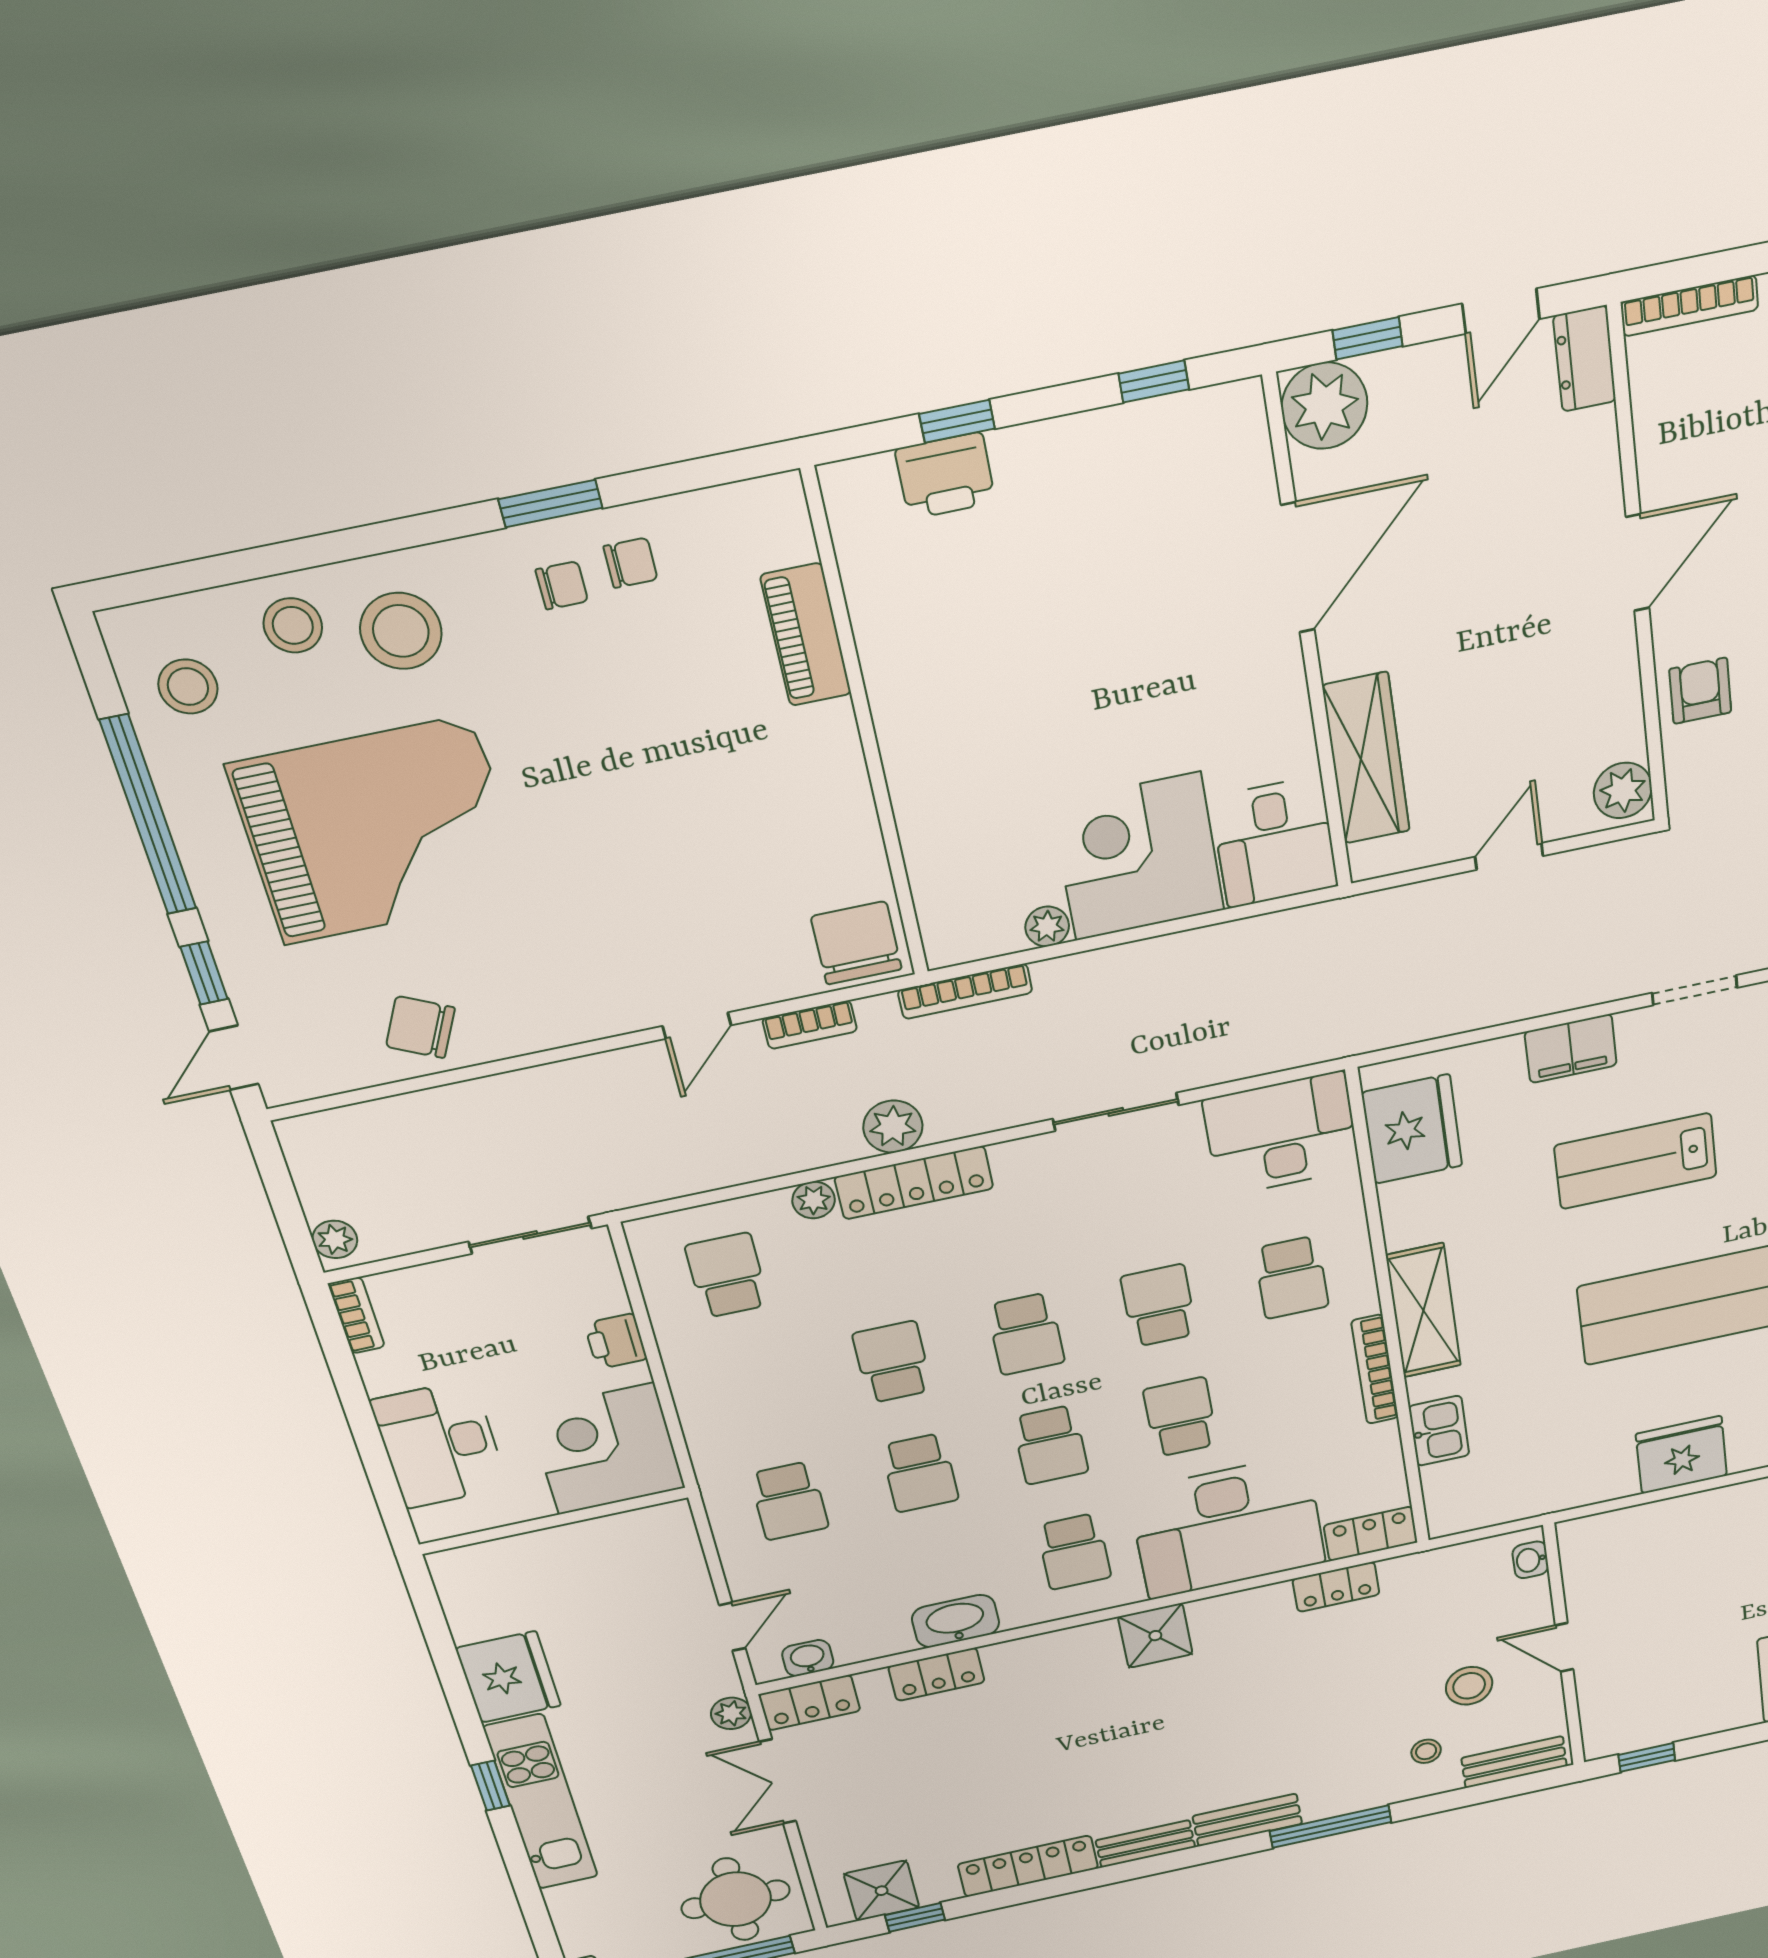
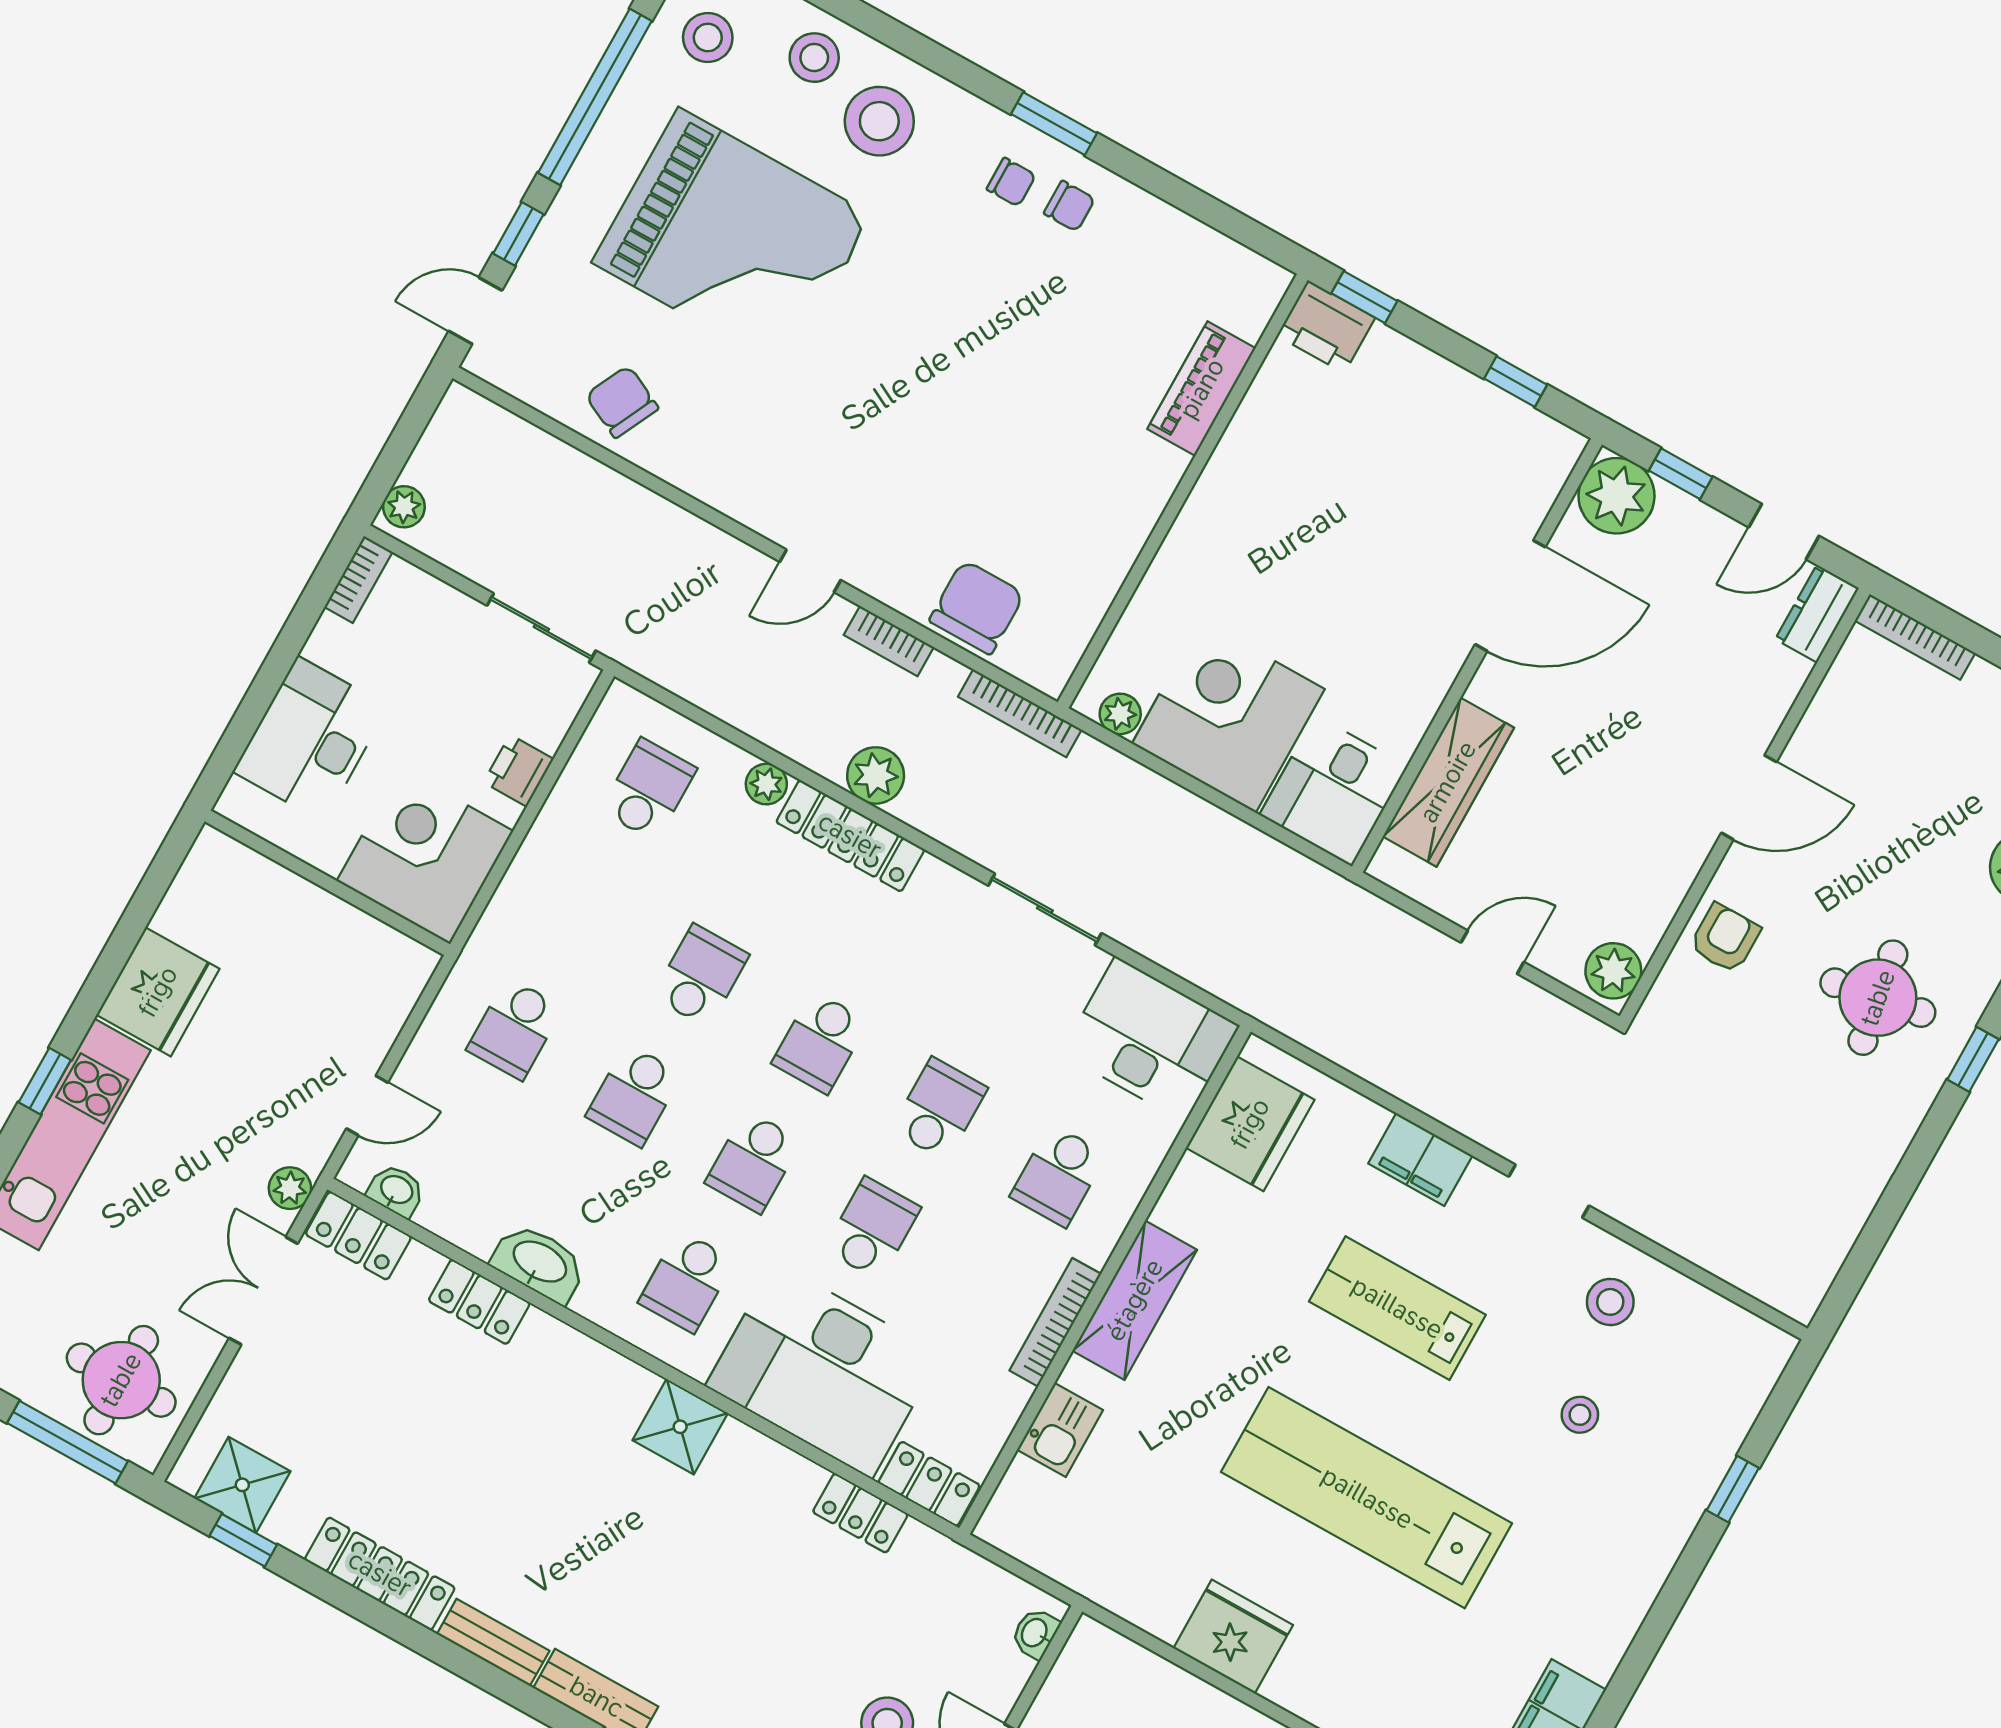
piano: (806, 635) -> (1202, 389), moved
wall: (867, 731) -> (1183, 491), moved

